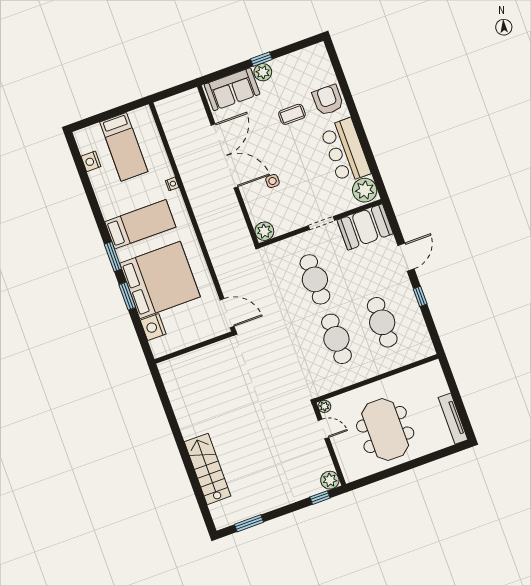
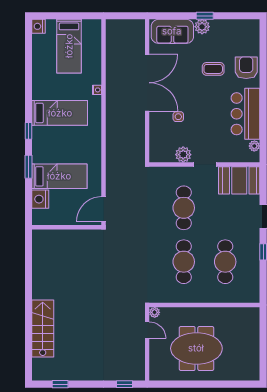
nightstand: (91, 161) -> (38, 26), moved
plant: (365, 190) -> (254, 146), width x0.53, depth x0.53
plant: (264, 231) -> (183, 155), moved
window: (113, 257) -> (29, 131), width x0.67
bed: (160, 280) -> (59, 176), width x0.49
door: (227, 313) -> (104, 209), swing flipped
tv unit: (453, 419) -> (254, 359), removed
meeting table: (385, 430) -> (196, 348), turned 90
plant: (330, 480) -> (137, 373), removed
window: (249, 523) -> (60, 384), width x0.67

